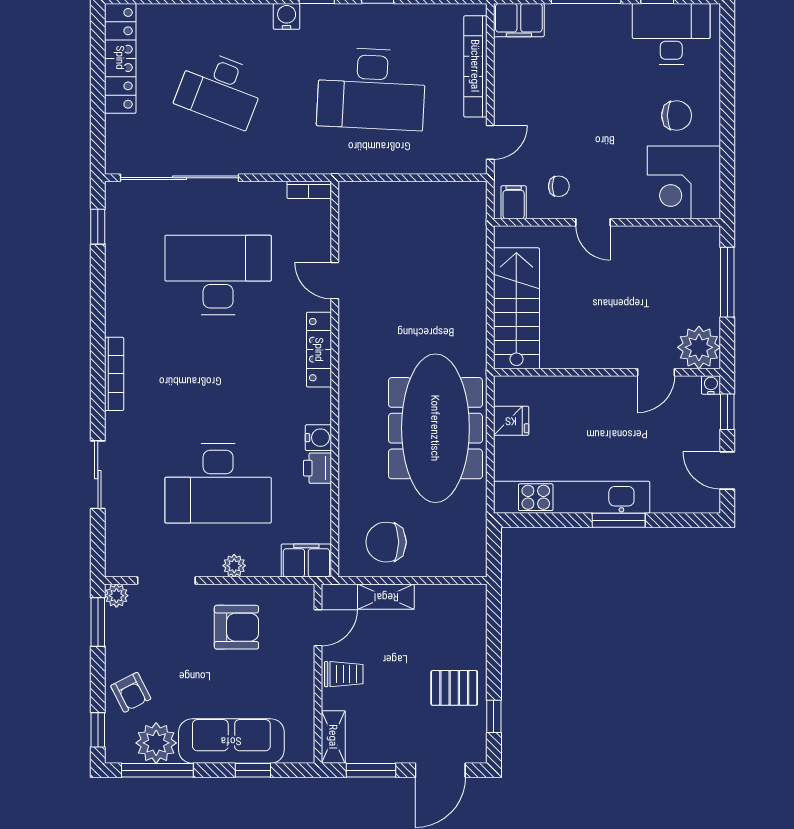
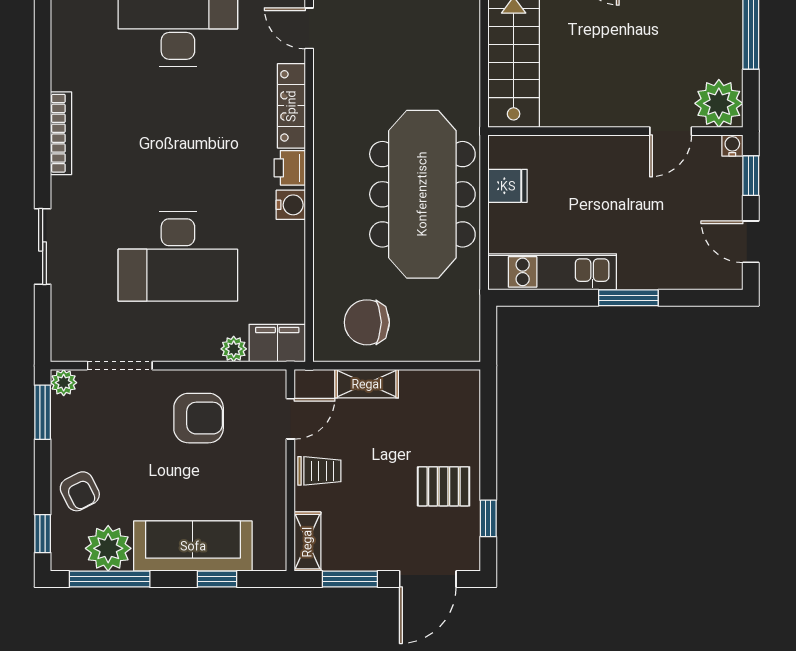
printer: (317, 468) -> (290, 168), moved
kitchen unit: (572, 497) -> (552, 272), width x0.73
plant: (234, 566) -> (234, 349), moved

